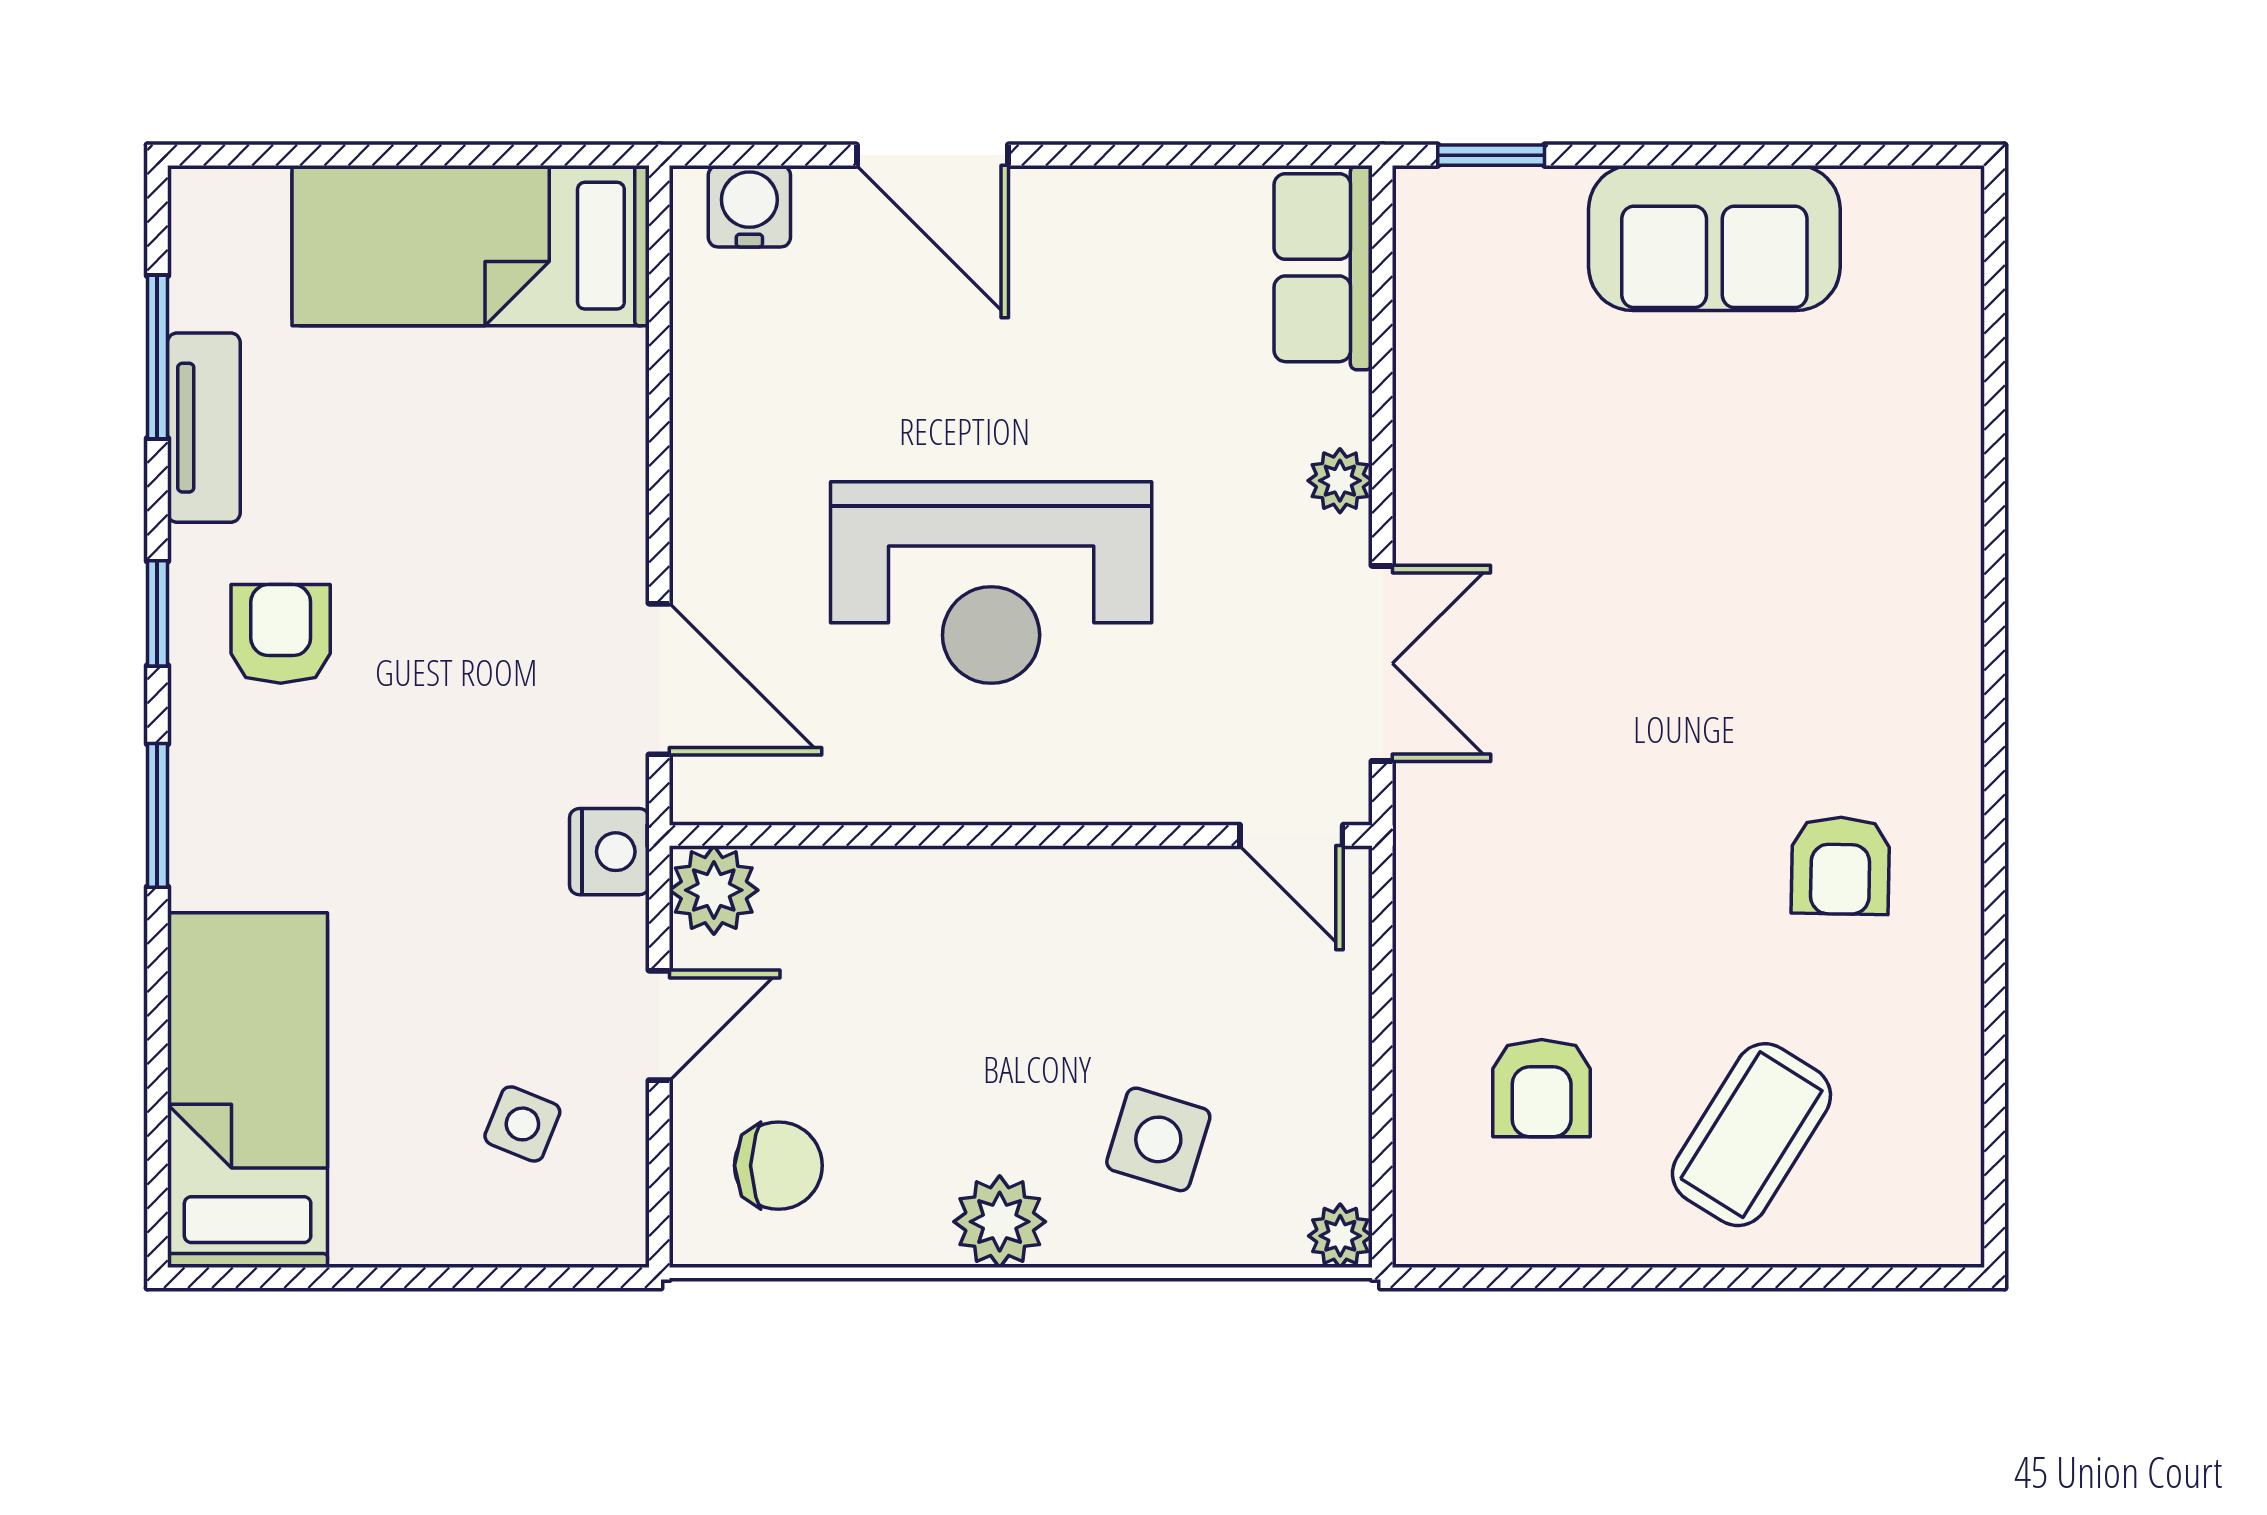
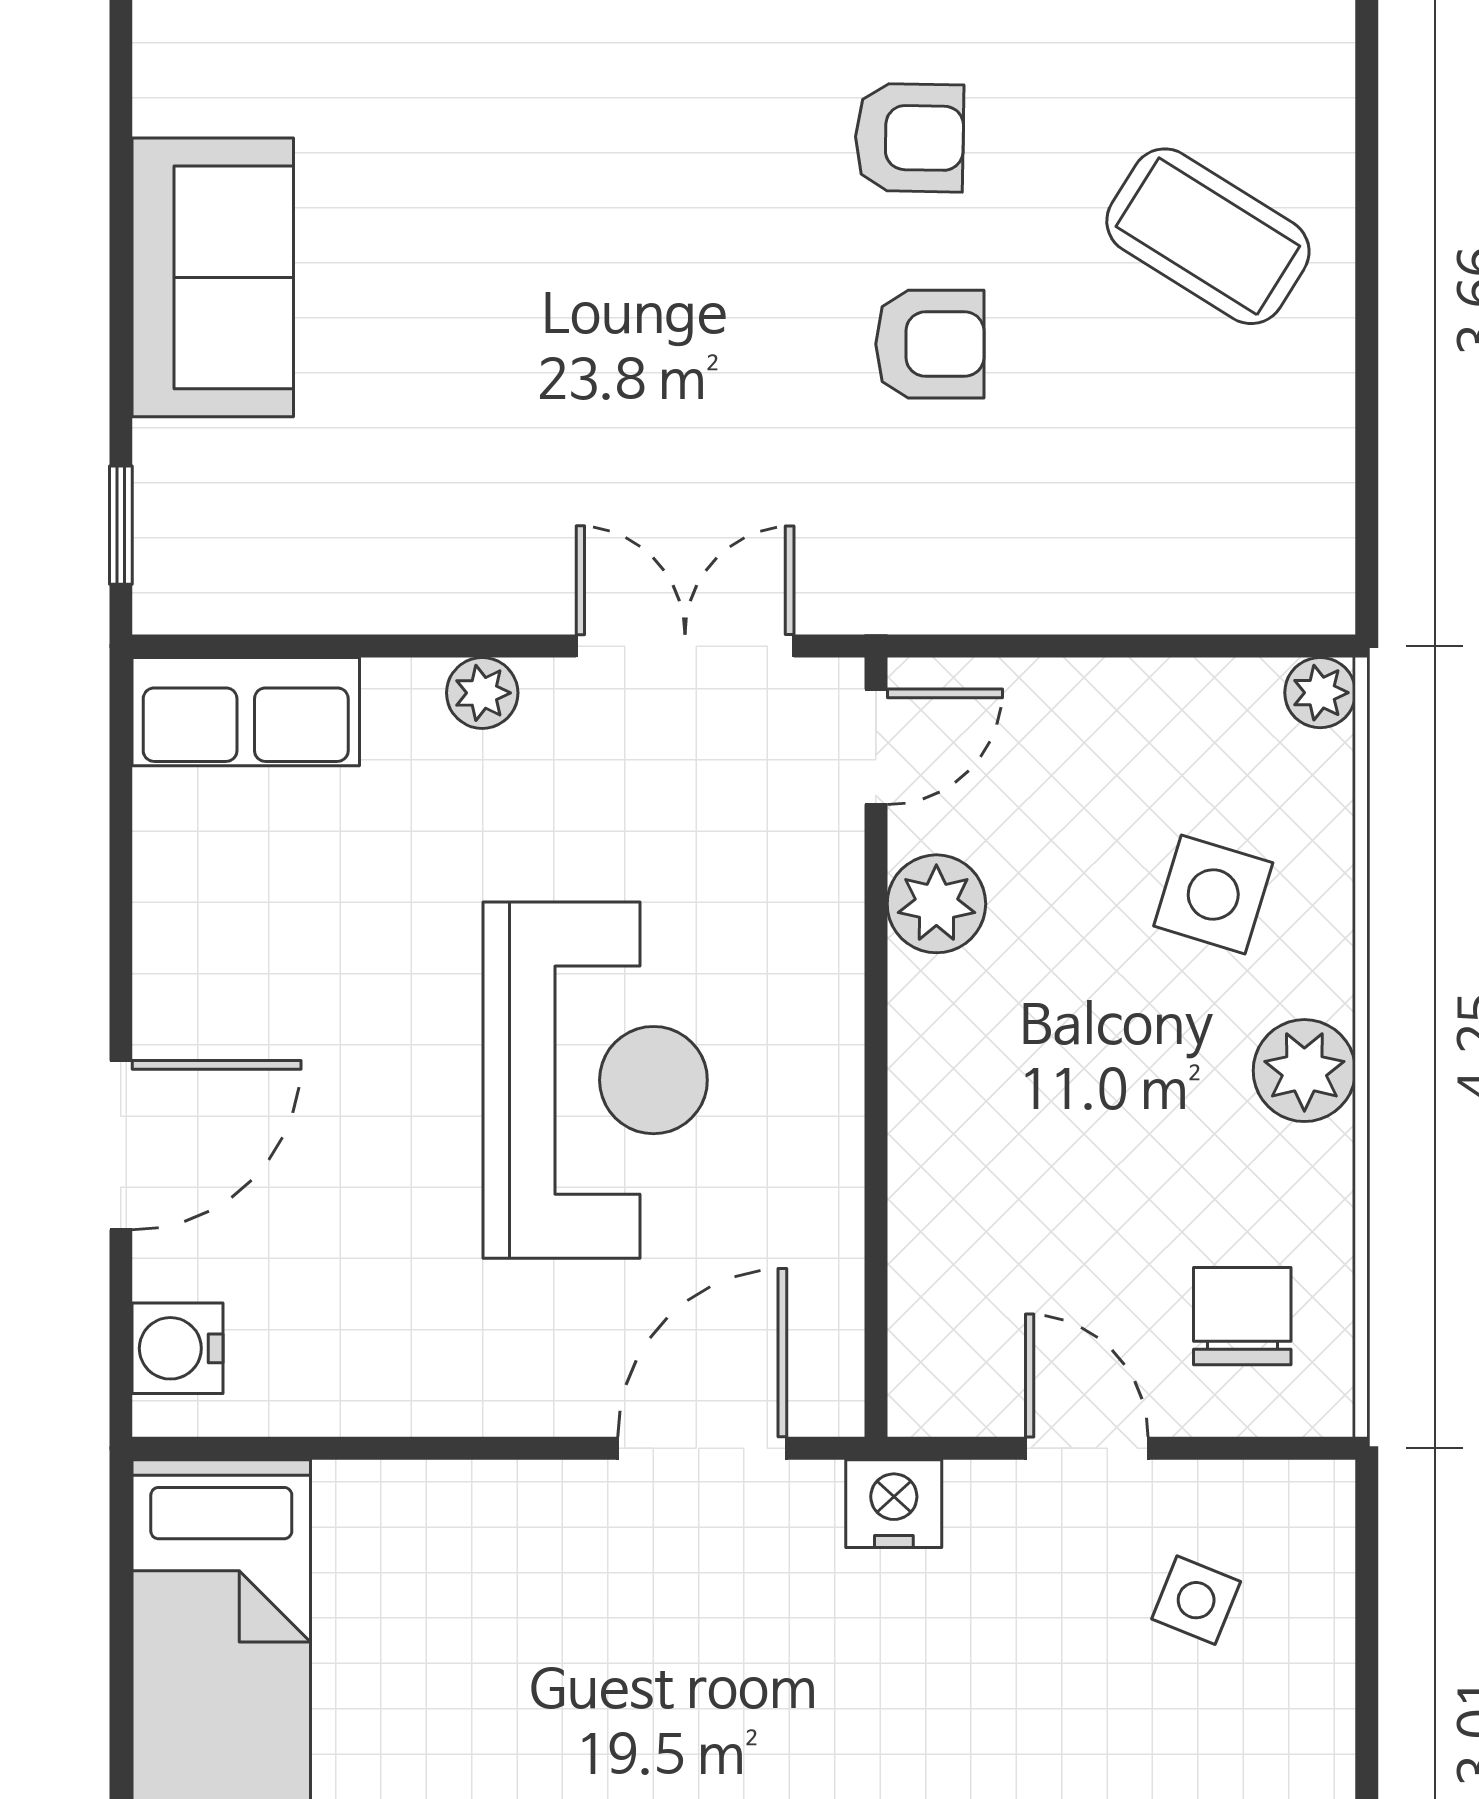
plant: (714, 890) -> (936, 904), moved
armchair: (1542, 1088) -> (930, 344), moved

